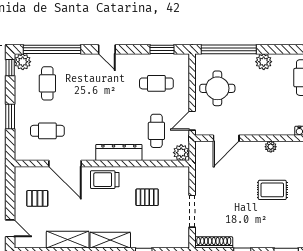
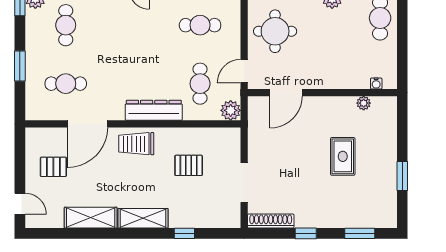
plant: (271, 147) -> (364, 103), moved
door: (65, 164) -> (87, 124), hinge flipped
rug: (272, 190) -> (343, 156), turned 90

